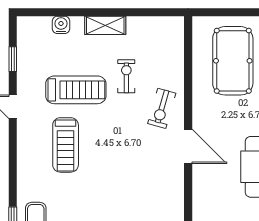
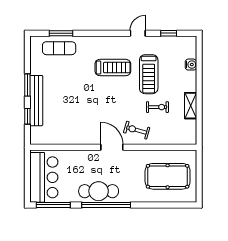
shelving: (105, 25) -> (191, 106), moved
treadmill: (66, 145) -> (113, 68), turned 180
door: (188, 146) -> (112, 147), swing flipped

